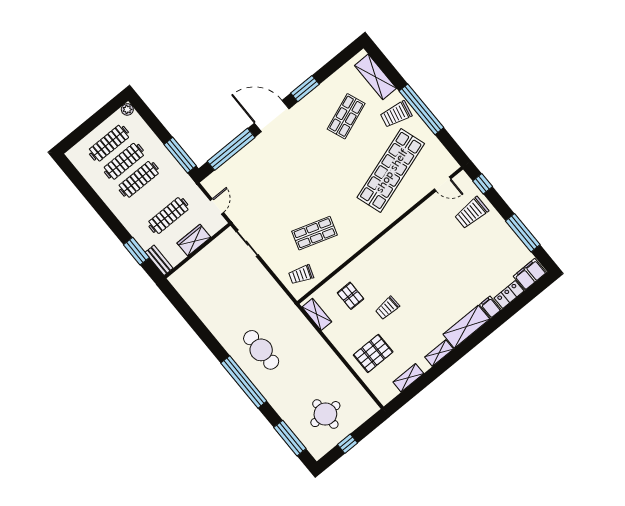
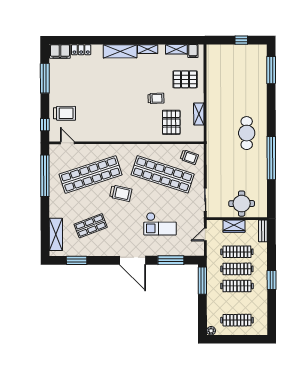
window: (305, 89) -> (77, 260), moved
window: (421, 109) -> (45, 176), moved
trolley: (396, 114) -> (121, 193), moved
window: (231, 149) -> (171, 260), width x0.68
clothes rail: (124, 161) -> (237, 269), moved
checkout: (274, 178) -> (160, 224), added
shop shelf: (314, 233) -> (163, 174), width x2.00, depth x1.36
window: (136, 251) -> (272, 280), moved
pallet: (350, 296) -> (171, 122), width x1.50, depth x1.42
filing cabinet: (490, 307) -> (193, 51), moved
shelving: (317, 314) -> (199, 114), moved
window: (244, 382) -> (271, 158), moved
round table: (325, 414) -> (242, 204), moved

